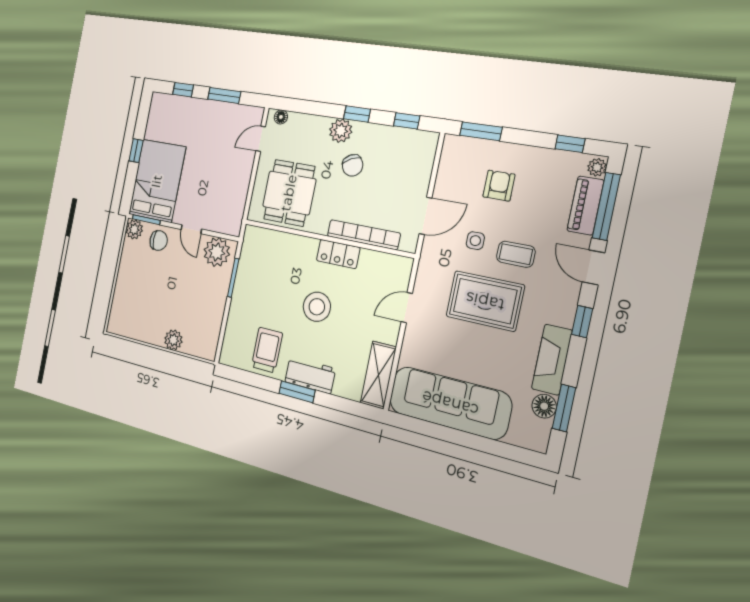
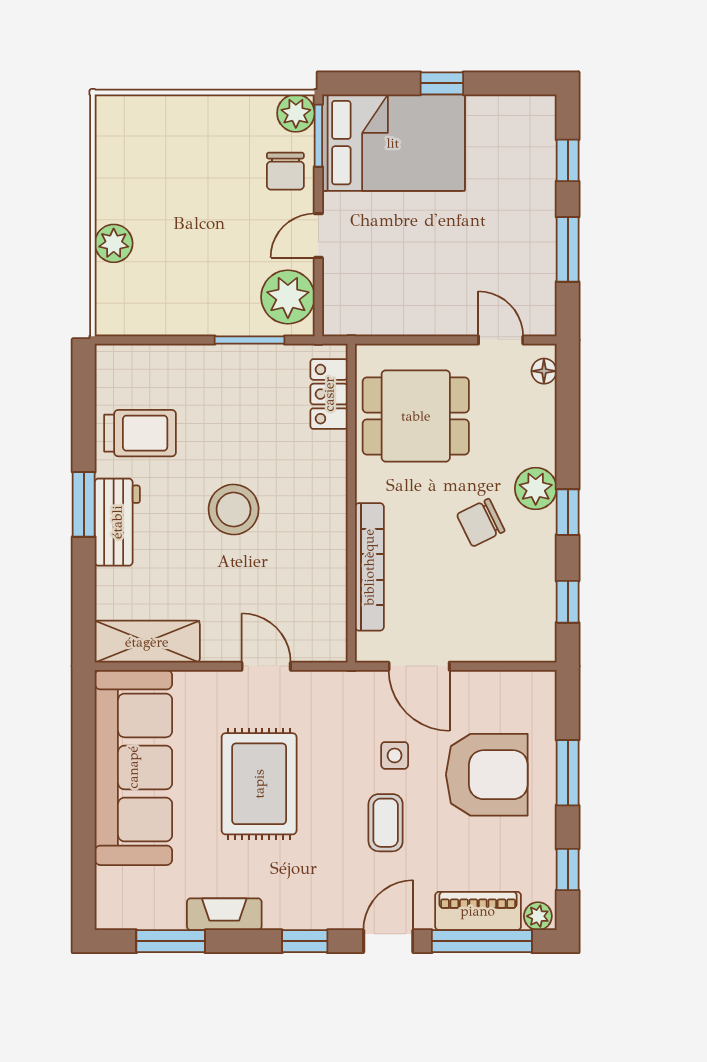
window: (481, 131) -> (568, 773), moved
armchair: (499, 186) -> (487, 775), width x1.88, depth x1.88
locker: (338, 254) -> (329, 394), moved
rug: (485, 301) -> (259, 784), moved
fireplace: (552, 360) -> (224, 914), width x0.73, depth x0.76
floor lamp: (544, 406) -> (166, 912), removed

